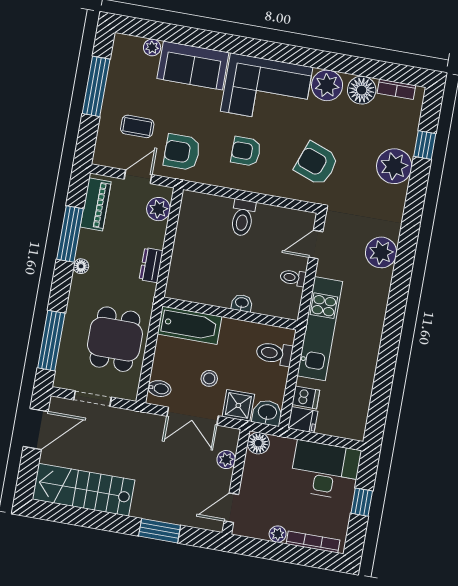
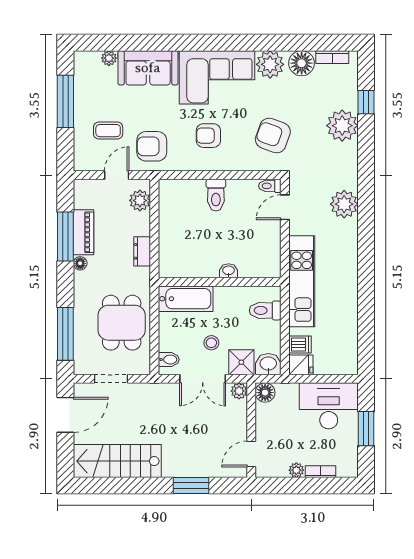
piano: (96, 204) -> (83, 232), moved
toilet: (293, 278) -> (270, 186), moved
plant: (226, 460) -> (239, 391), moved
window: (362, 502) -> (366, 429), width x1.50
bookcase: (313, 542) -> (320, 472), width x0.64

